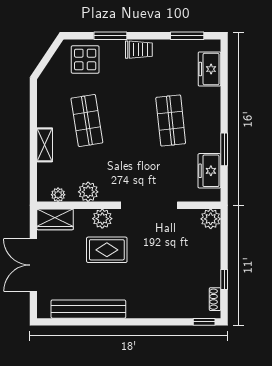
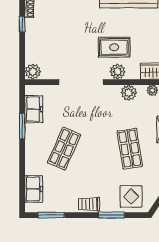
shop shelf: (171, 121) -> (64, 149), turned 30

